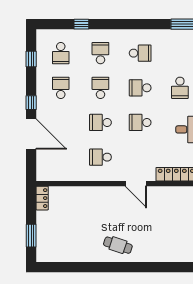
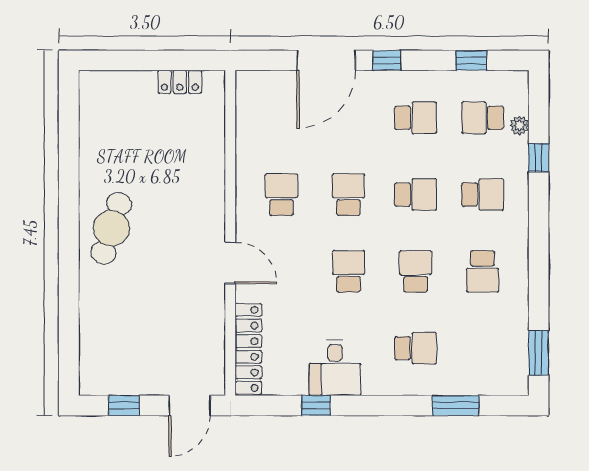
plant: (65, 34) -> (519, 125), added
school desk: (180, 88) -> (416, 348), turned 180
door: (136, 184) -> (230, 263), swing flipped
locker: (42, 198) -> (180, 82), moved
window: (31, 236) -> (130, 60), removed
cafe table: (118, 245) -> (111, 228), width x1.37, depth x1.35

